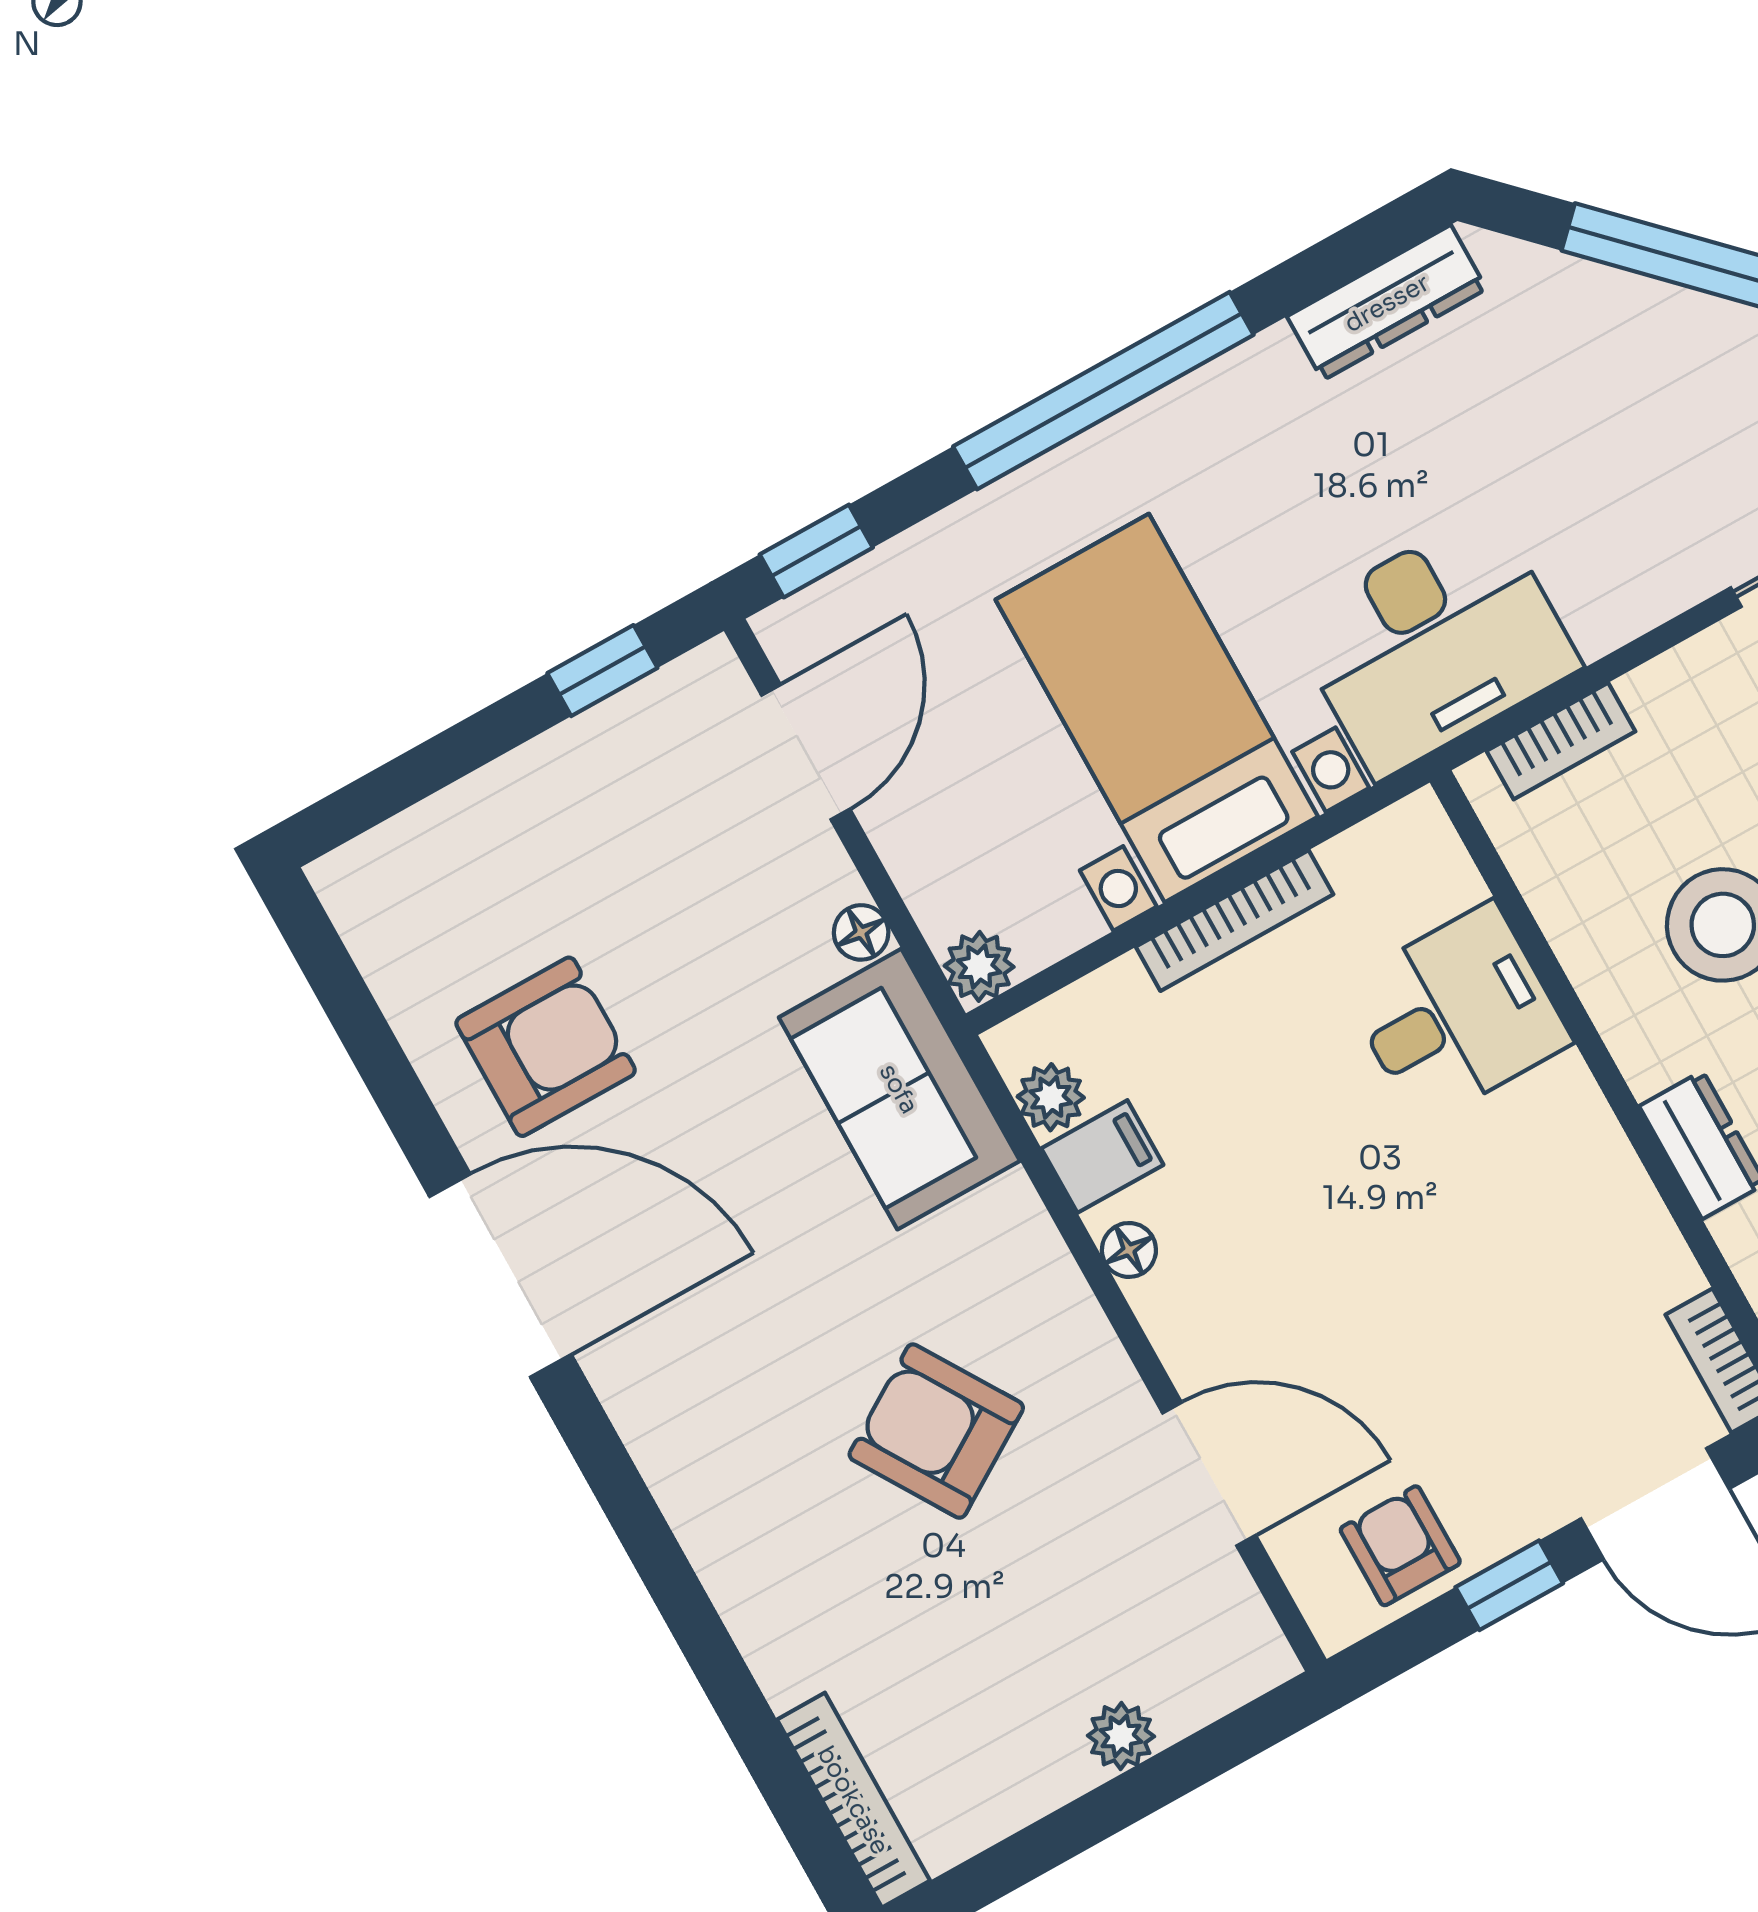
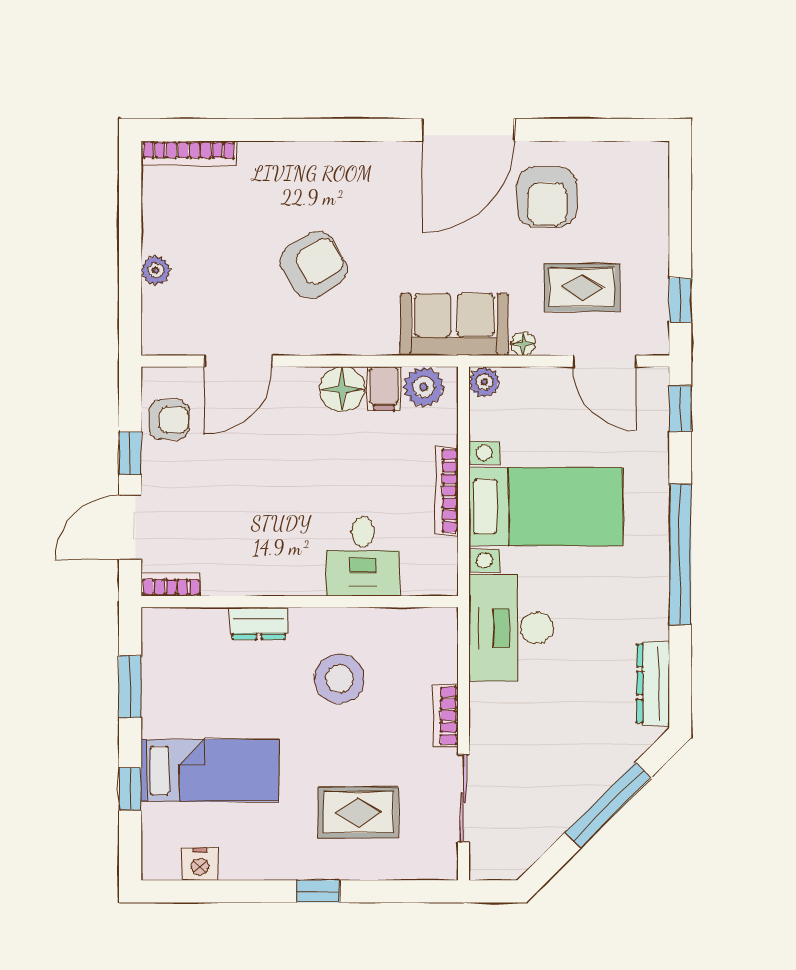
bookcase: (1561, 741) -> (446, 716), moved
rug: (686, 878) -> (582, 288), added
plant: (1051, 1097) -> (424, 387), width x1.38, depth x1.38
floor lamp: (1129, 1250) -> (342, 389), width x1.89, depth x1.89

